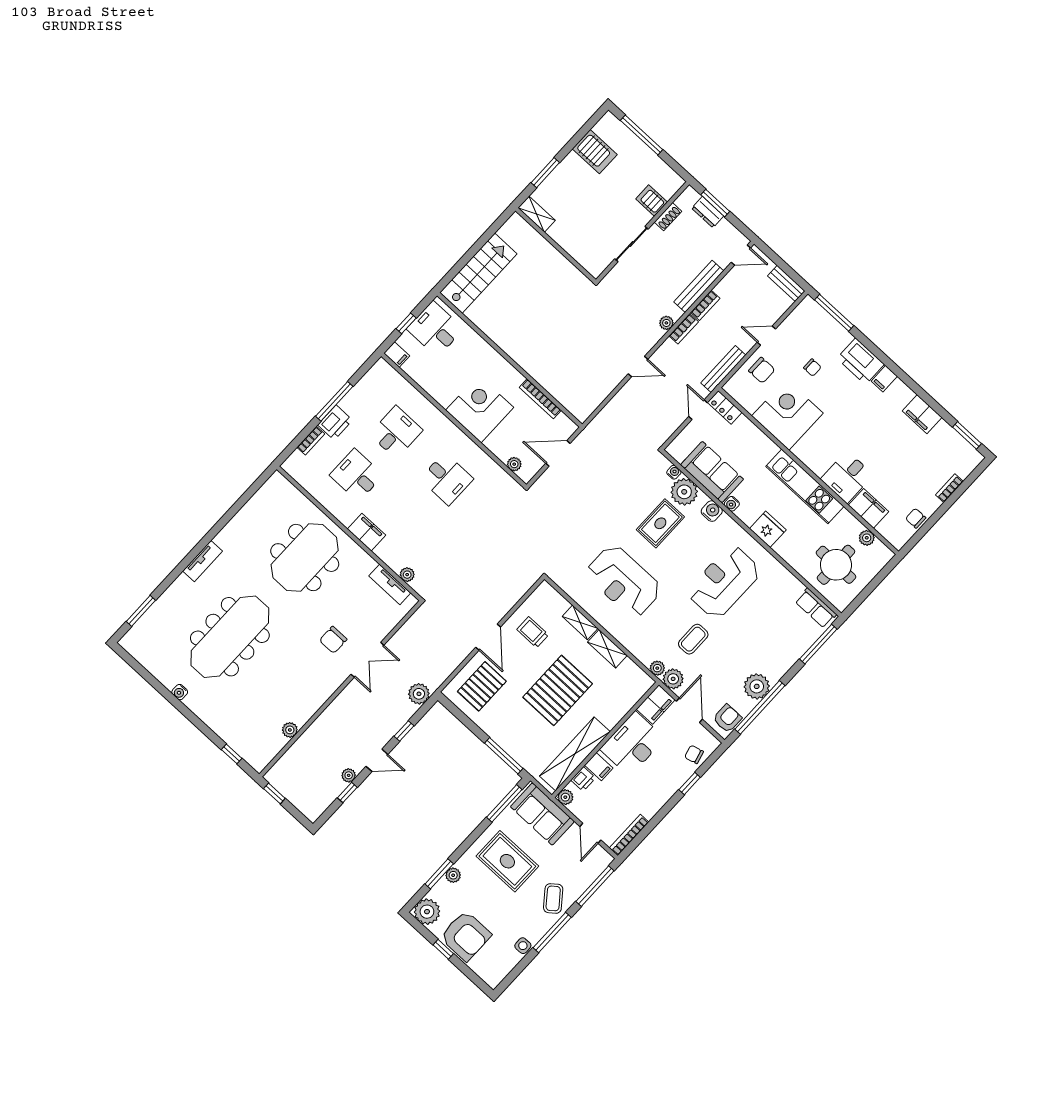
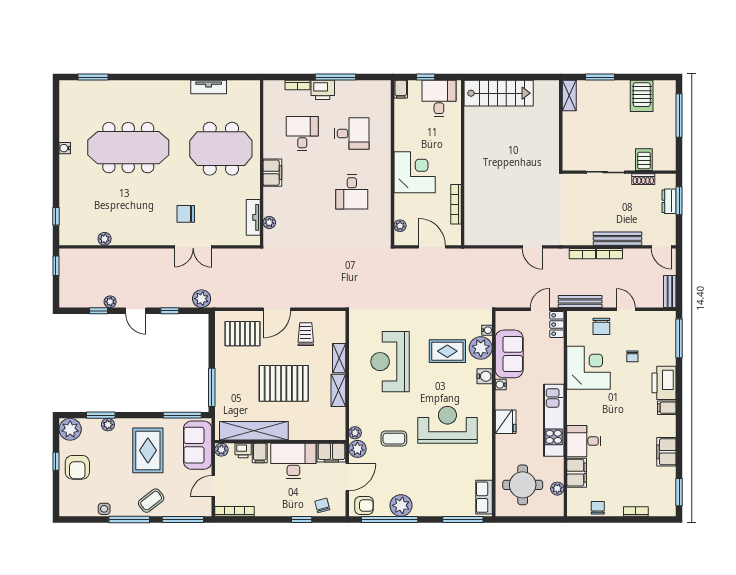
plant: (666, 323) -> (576, 239), removed
tv unit: (203, 561) -> (209, 87), moved
armchair: (466, 936) -> (77, 467), width x0.73, depth x0.73

